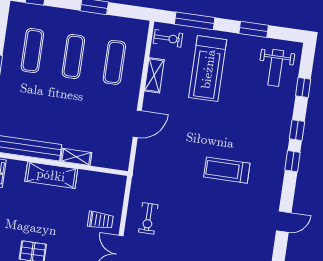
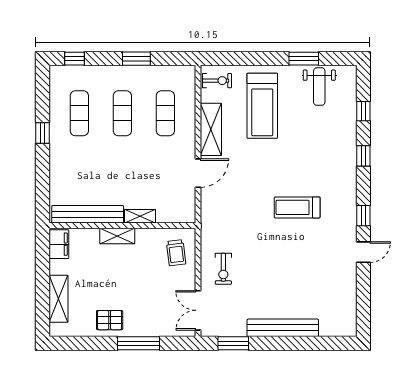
window: (195, 21) -> (242, 59), removed
weight bench: (276, 68) -> (319, 86), moved
shelving: (154, 75) -> (211, 129), width x1.50, depth x1.33
window: (293, 161) -> (363, 216), moved
shelving: (51, 175) -> (117, 236), width x0.67, depth x0.75
trolley: (100, 220) -> (176, 253), moved, turned 83

